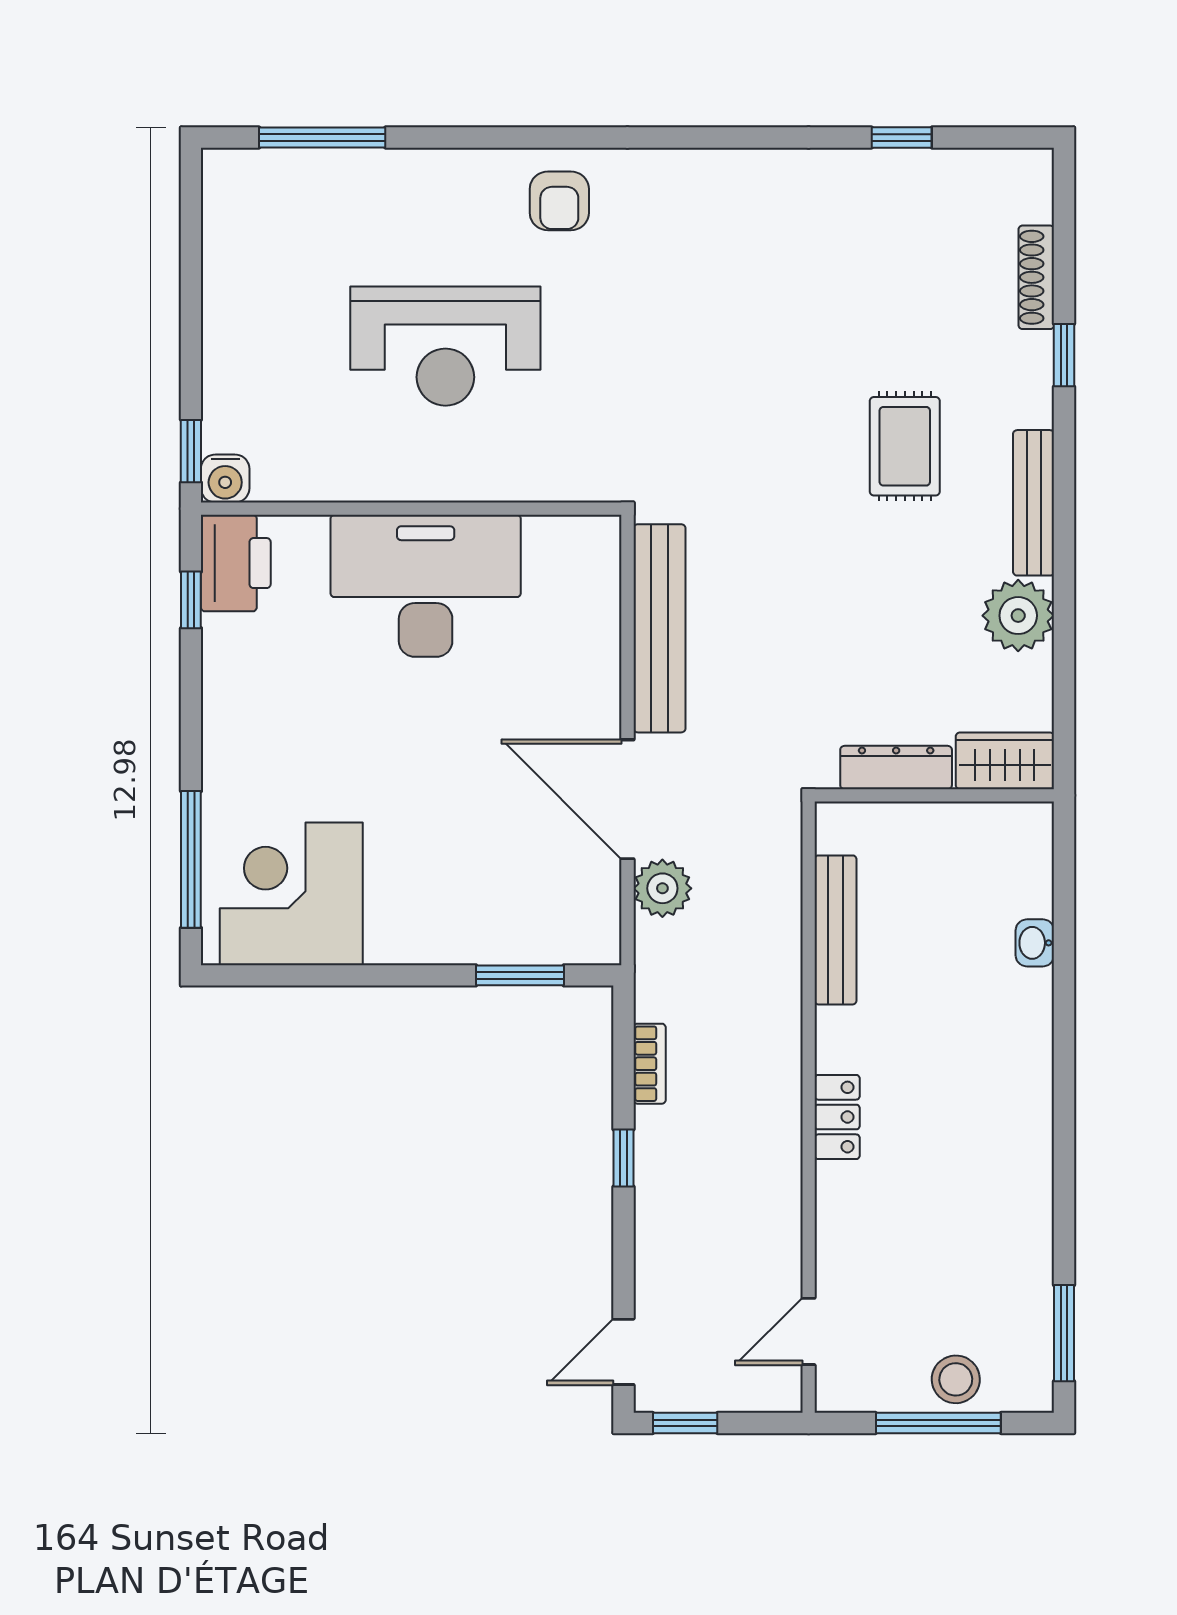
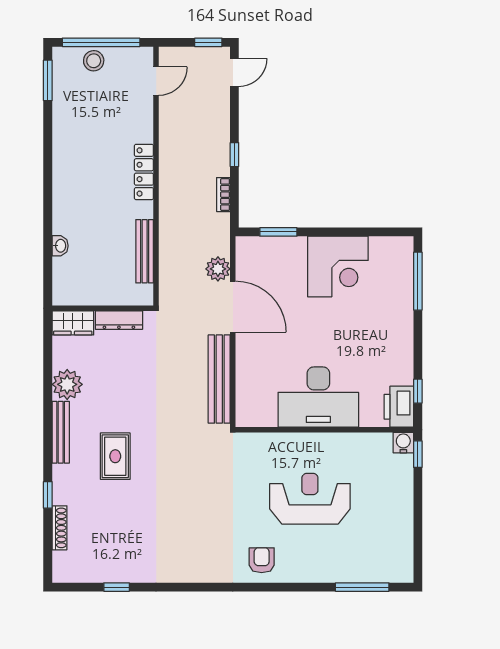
corner desk: (291, 894) -> (338, 267), moved
locker: (837, 1117) -> (144, 172), width x1.53
window: (938, 1423) -> (101, 42), width x1.46

